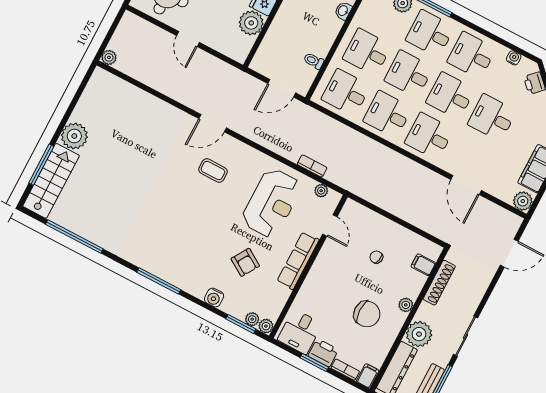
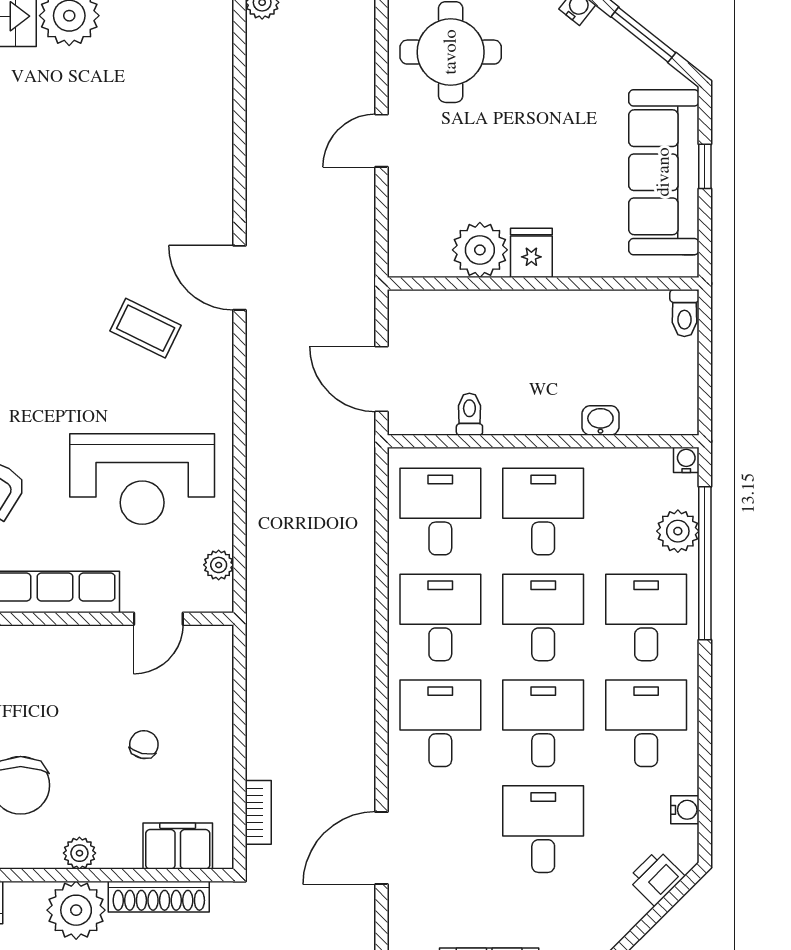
bookcase: (312, 166) -> (258, 812), moved
coffee table: (213, 171) -> (146, 328), turned -64
filing cabinet: (423, 265) -> (178, 846), width x2.00
plant: (419, 334) -> (76, 910), moved

